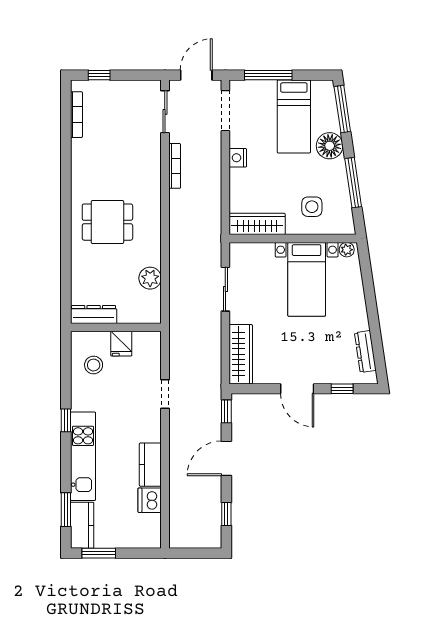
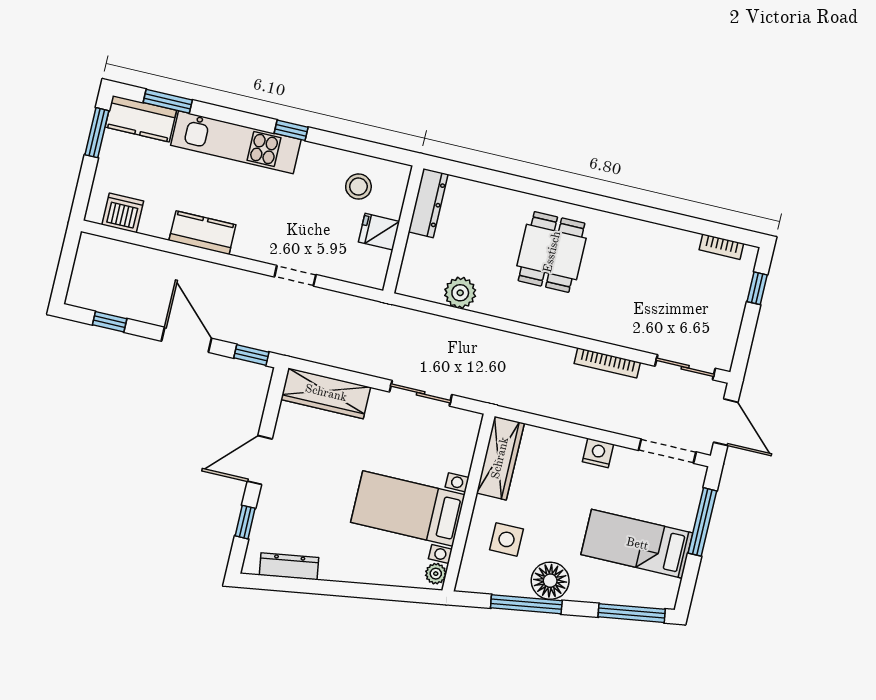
bookcase: (76, 115) -> (721, 247), width x0.64
floor lamp: (330, 146) -> (550, 581), moved
dishwasher: (150, 500) -> (123, 213), moved

